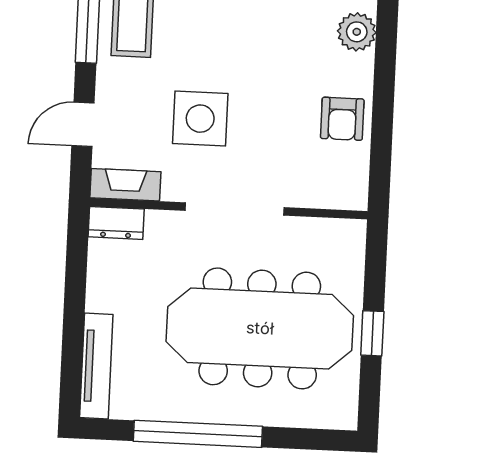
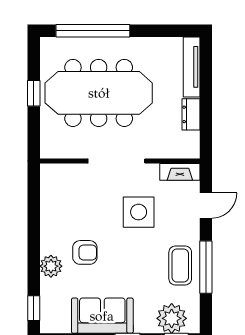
armchair: (342, 119) -> (85, 252), moved, turned 90
dresser: (116, 223) -> (191, 114), moved, turned -90
window: (198, 434) -> (93, 31), moved

